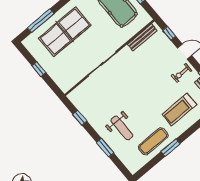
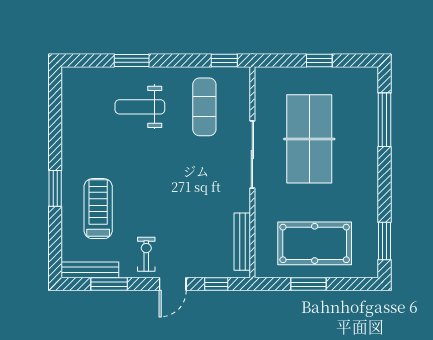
table tennis table: (65, 32) -> (309, 139), moved
window: (80, 118) -> (224, 60), moved
exercise mat: (153, 141) -> (204, 107), moved
window: (171, 148) -> (55, 188), moved

